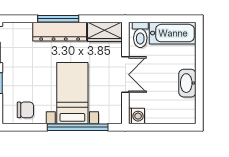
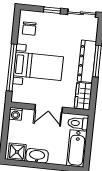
shower: (185, 109) -> (17, 152), added

